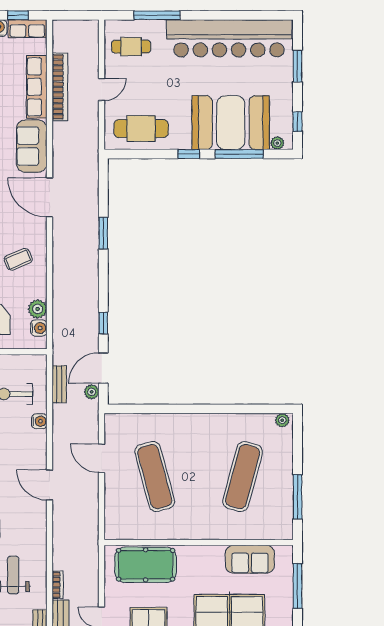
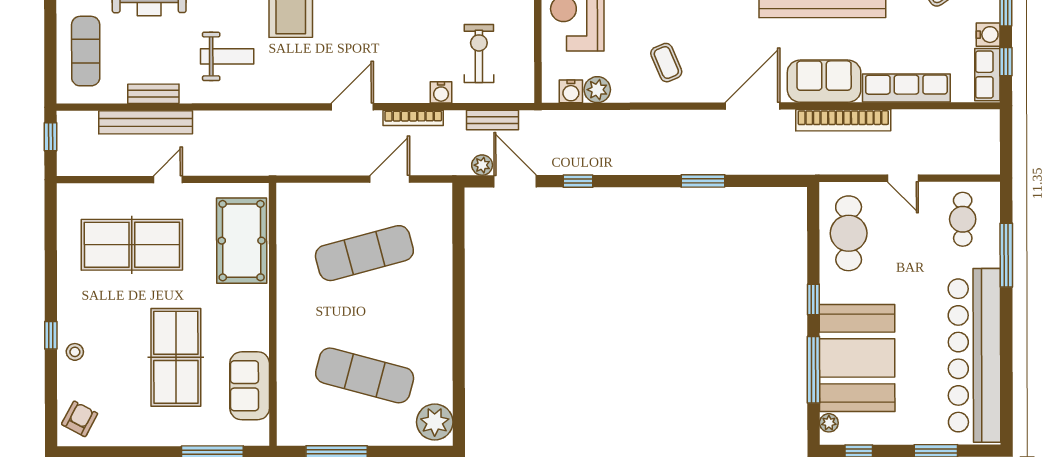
bookcase: (60, 87) -> (843, 120), moved
plant: (282, 420) -> (435, 422), width x1.88, depth x1.88
bookcase: (58, 585) -> (413, 118), moved, width x1.56

